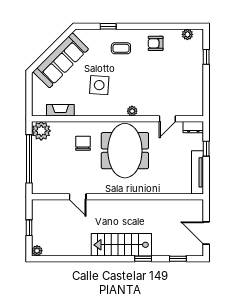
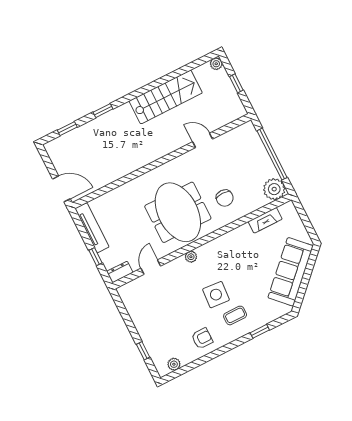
side table: (99, 85) -> (216, 295), moved
door: (206, 233) -> (61, 189), moved
stairs: (121, 245) -> (166, 97), moved

